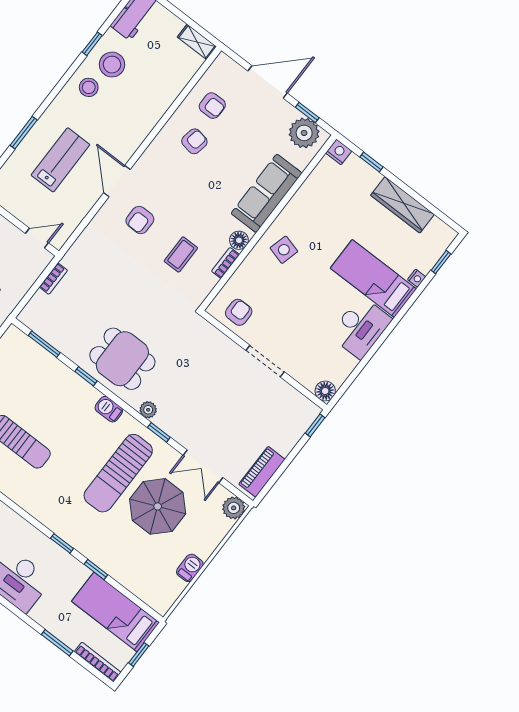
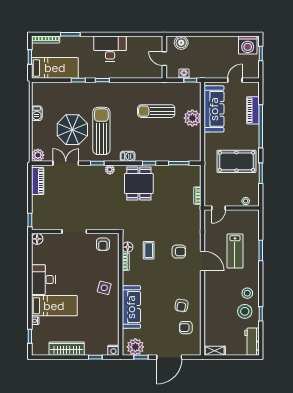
armchair: (140, 220) -> (179, 252), turned 90
floor lamp: (239, 240) -> (128, 247), moved
dining table: (122, 359) -> (139, 183), turned 90

